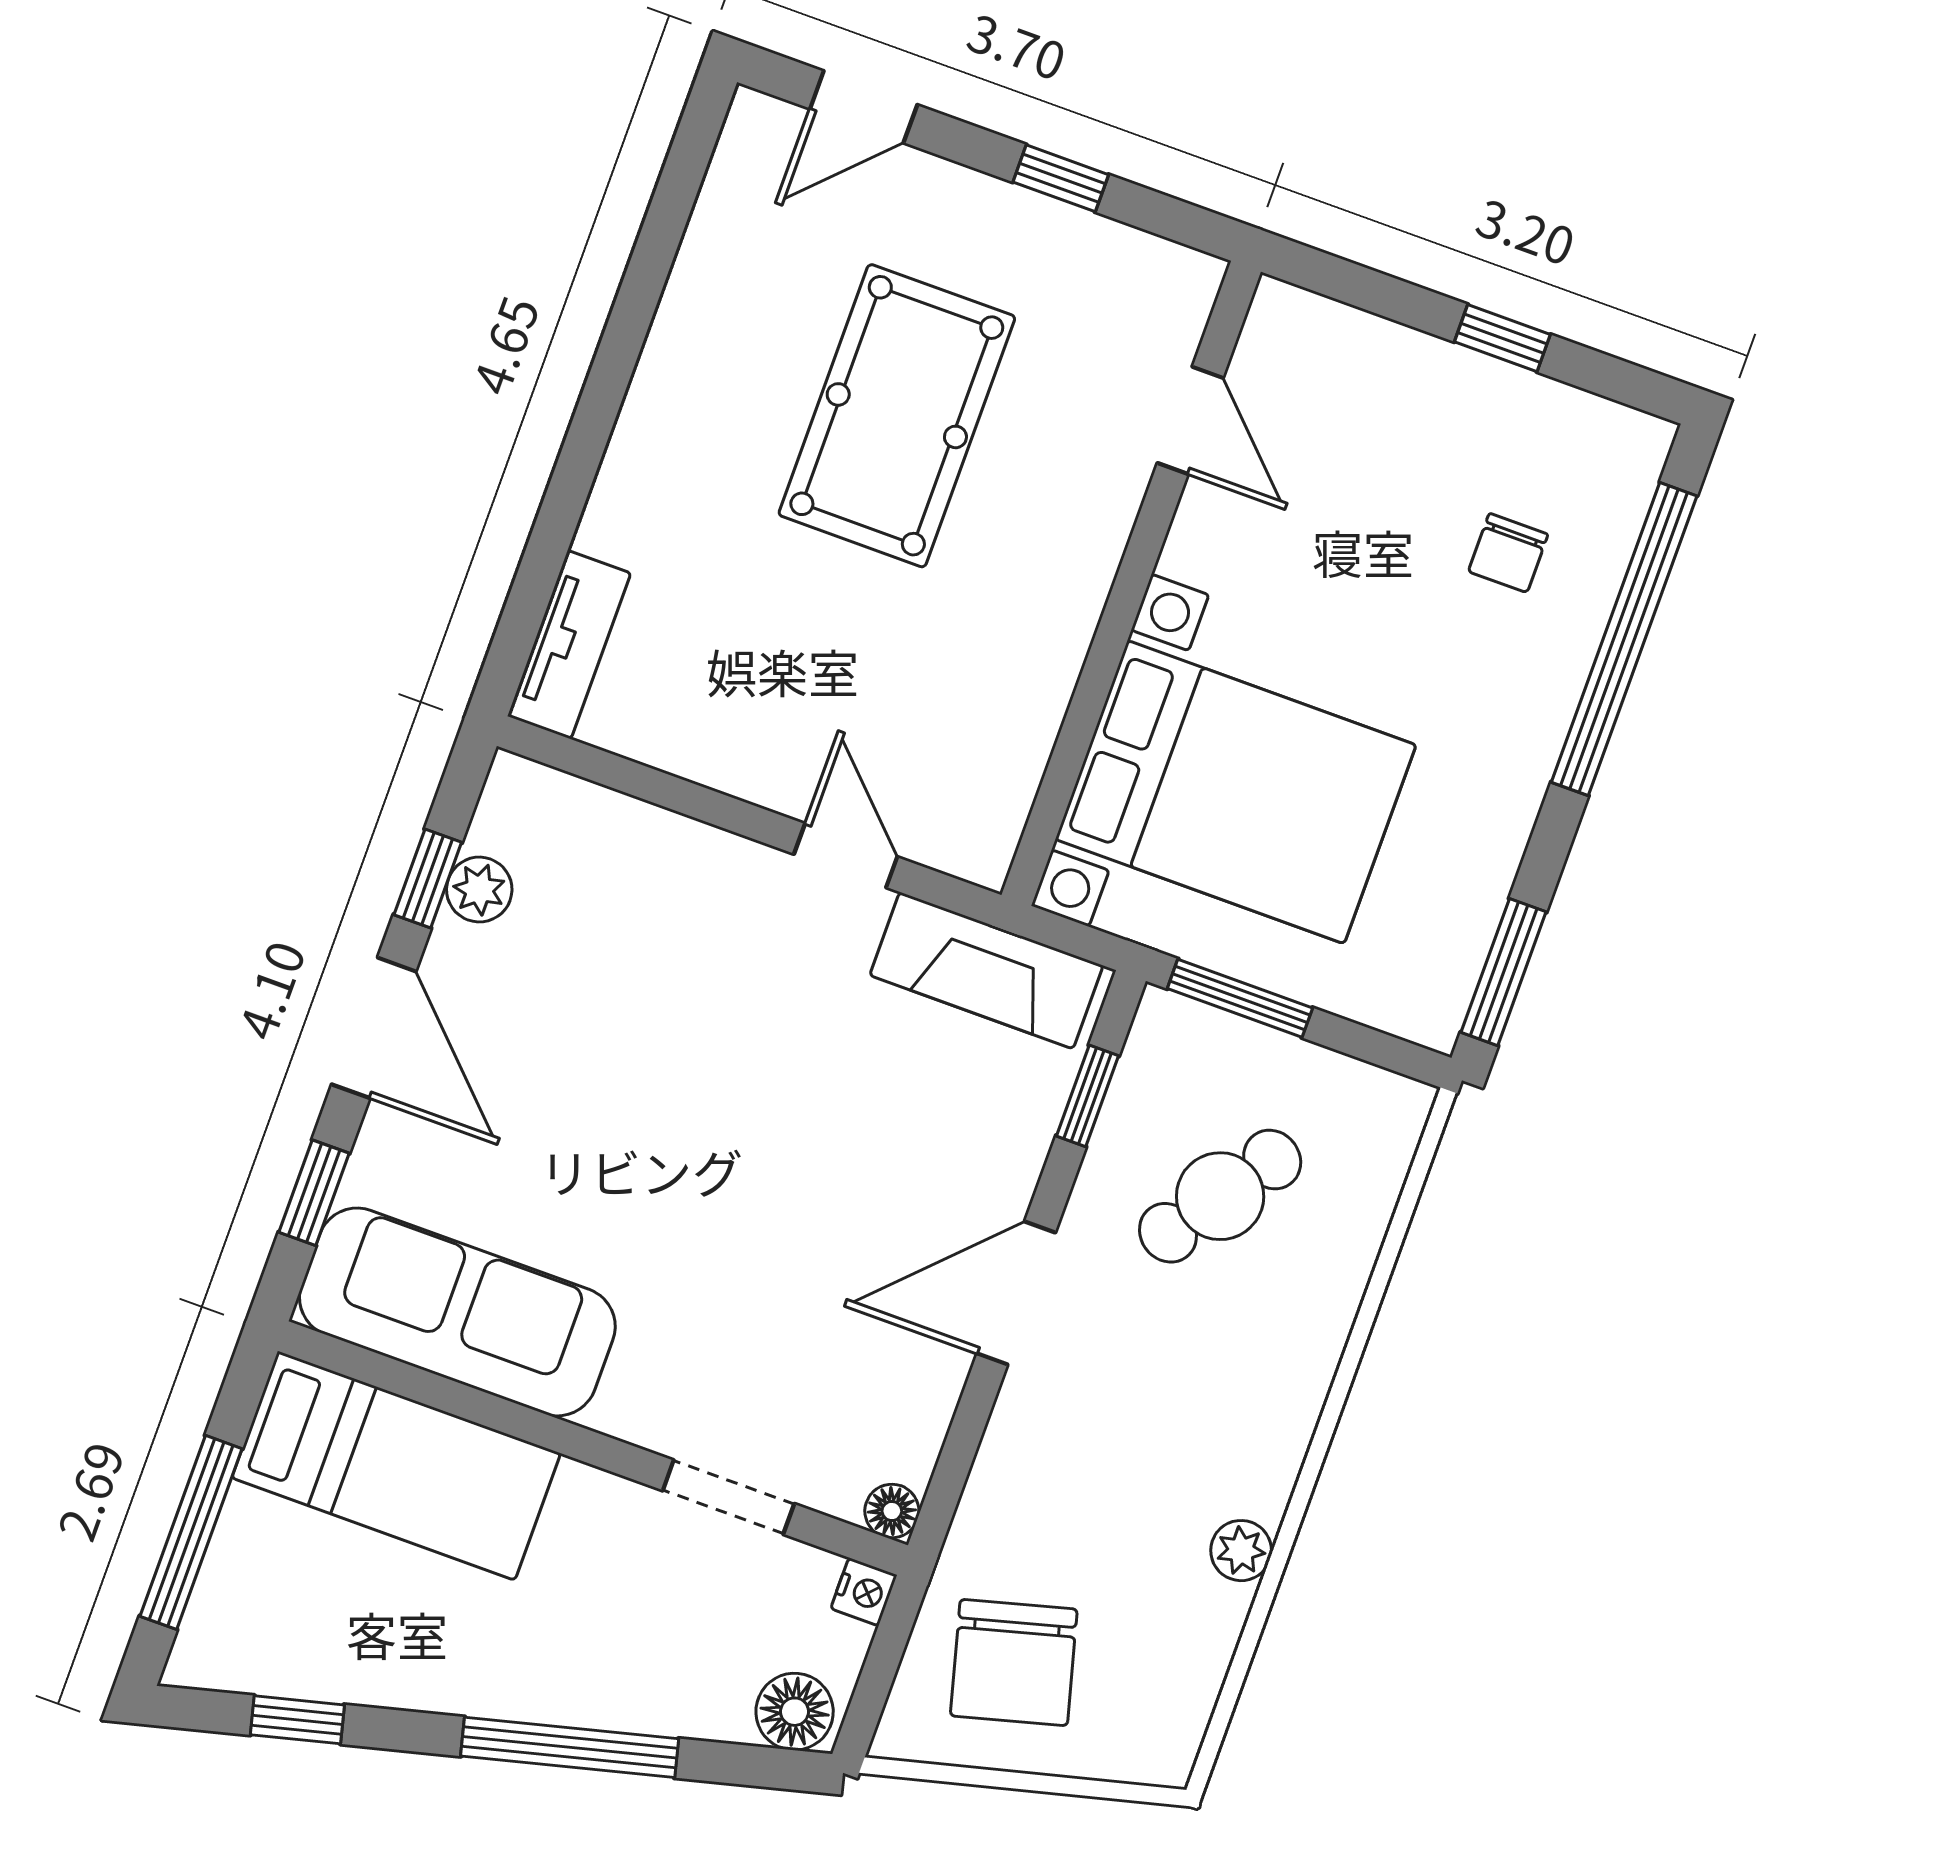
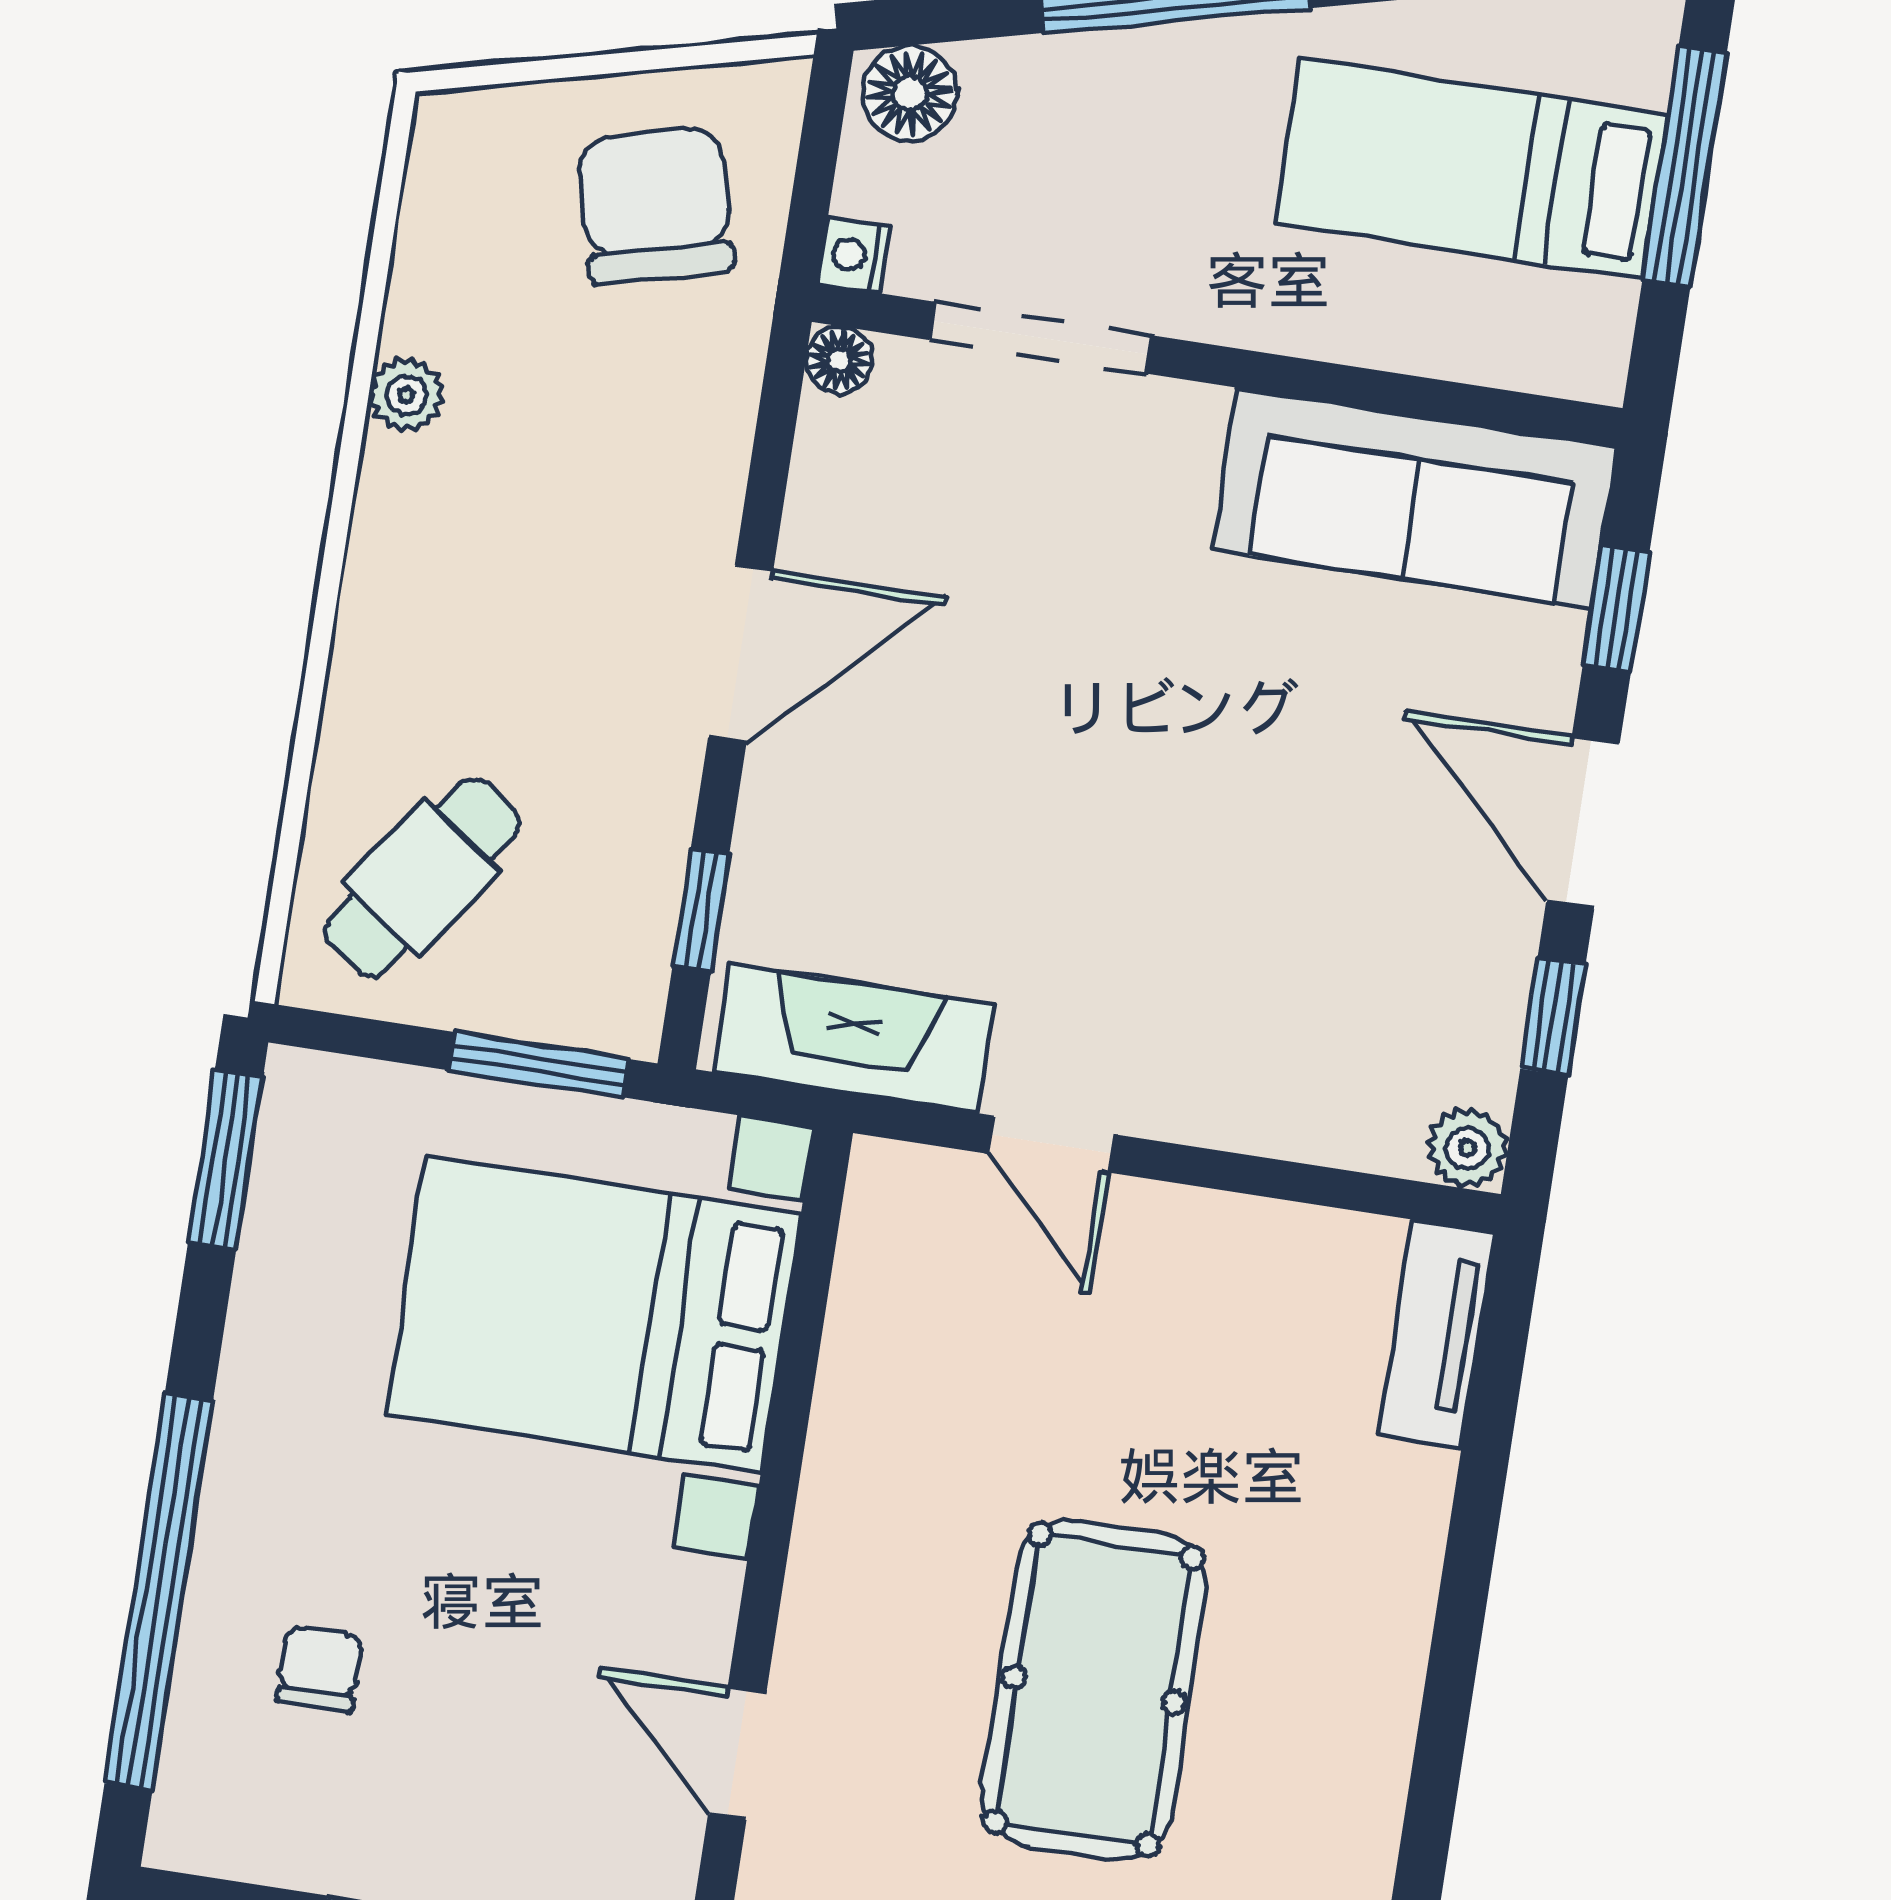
plant: (479, 890) -> (1467, 1148), moved
cafe table: (1220, 1196) -> (422, 877), moved
bed: (396, 1466) -> (1471, 169), moved
doorway: (728, 1497) -> (1041, 338), width x1.38

